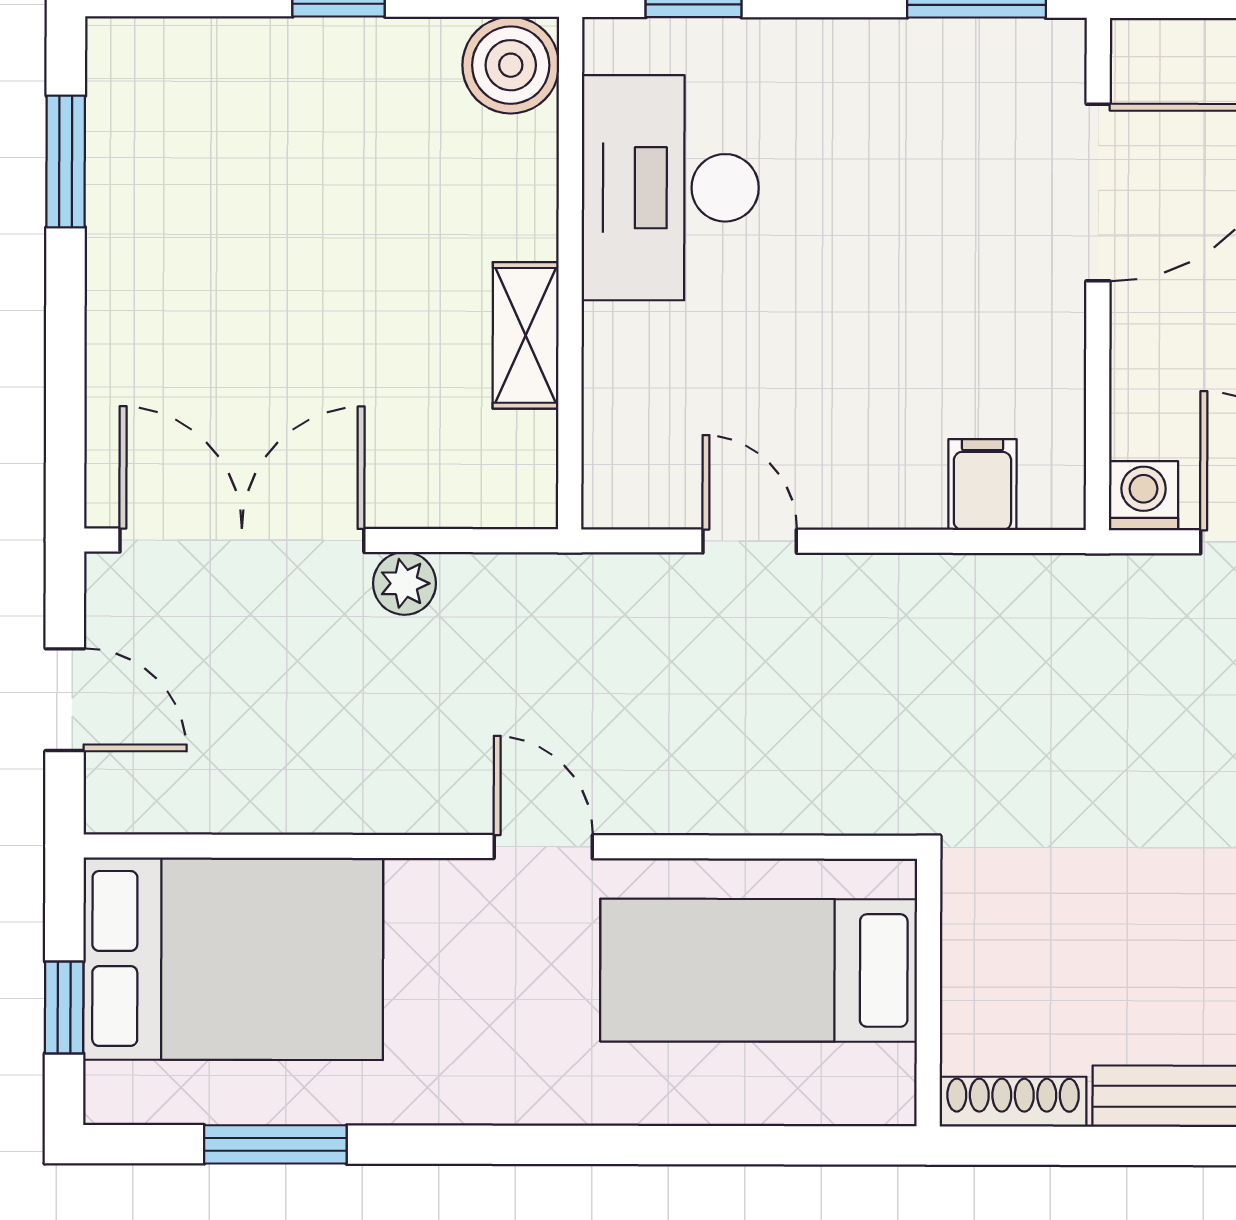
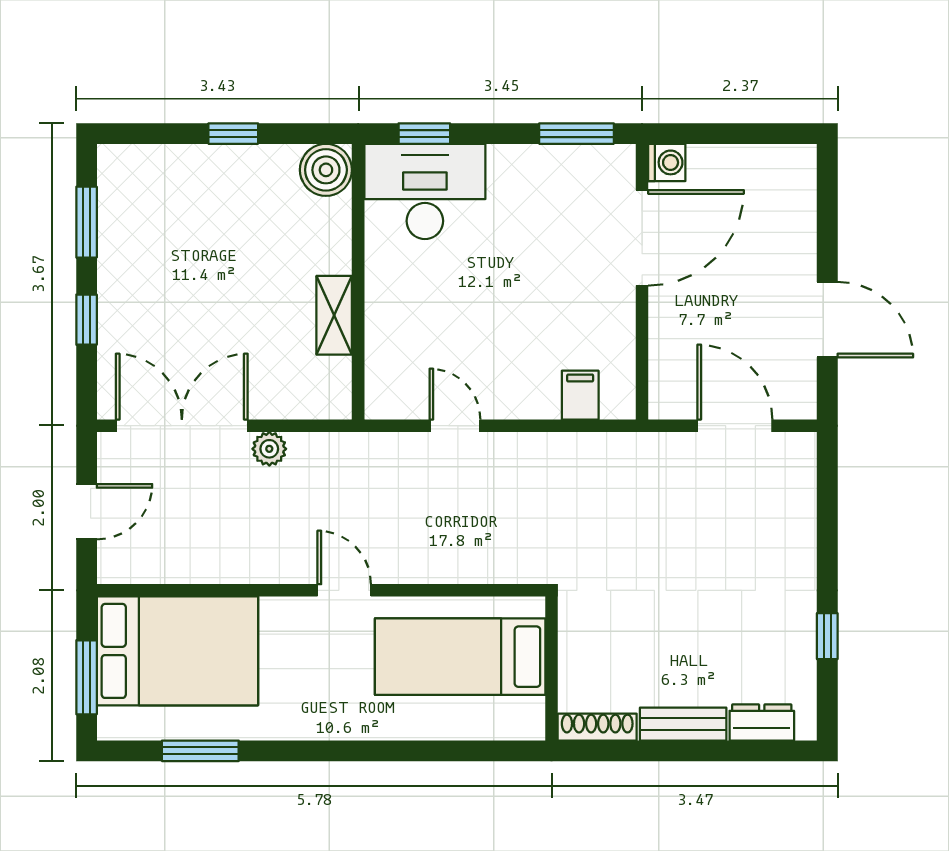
desk: (670, 188) -> (425, 191), moved, turned 90
window: (65, 343) -> (87, 320), added
washing machine: (1144, 496) -> (667, 162), moved, turned 90
door: (65, 700) -> (87, 512), hinge flipped
window: (64, 1008) -> (87, 677), width x1.50

